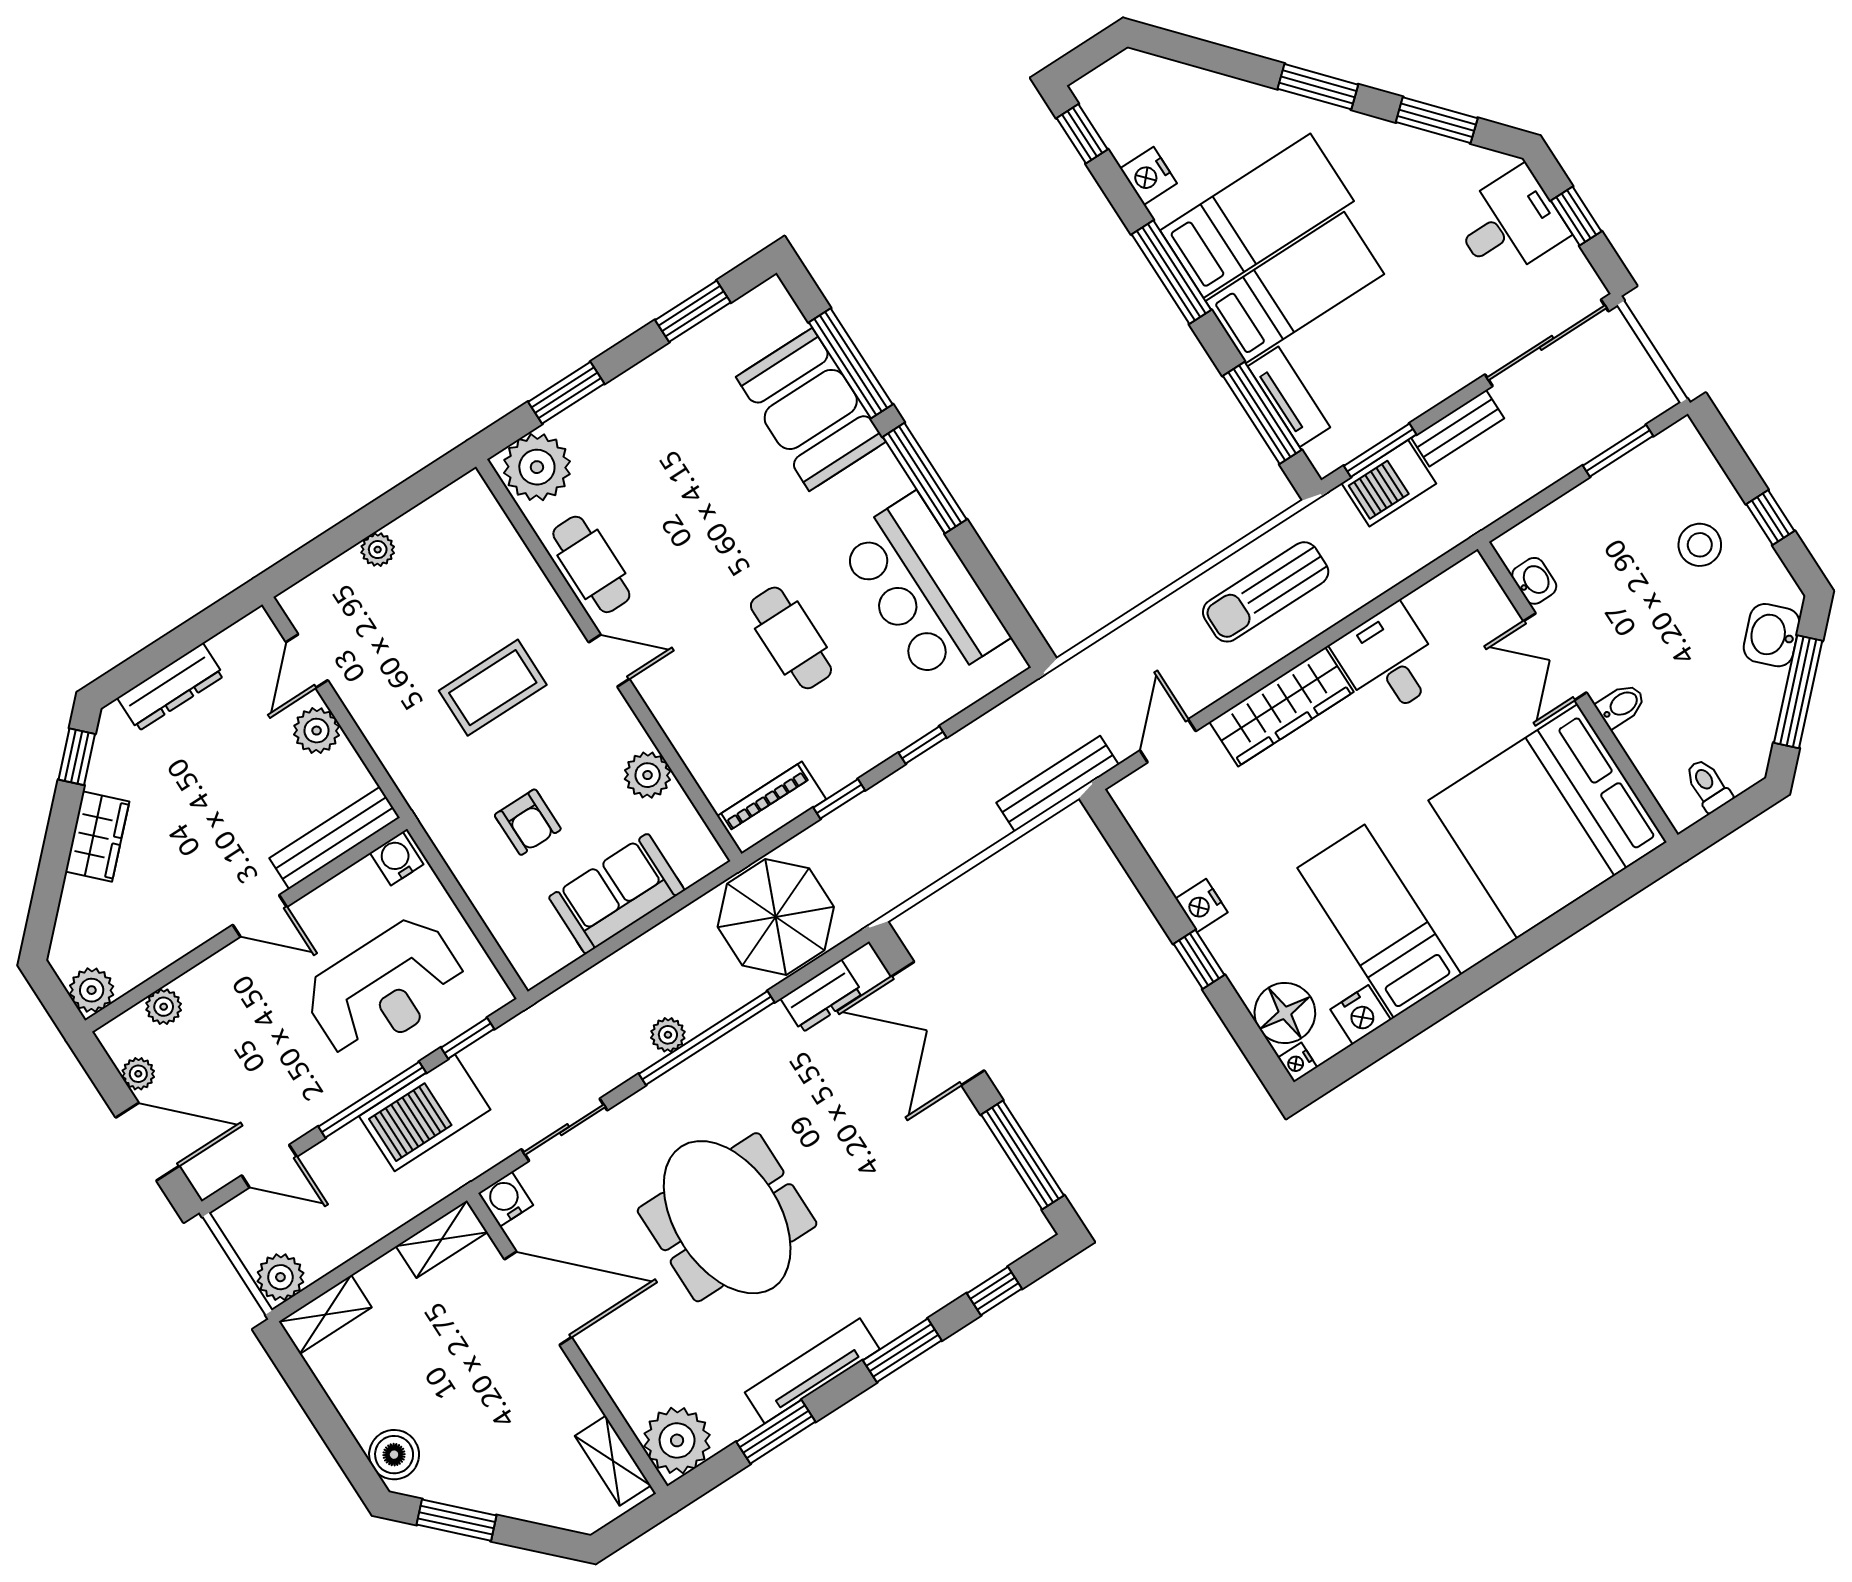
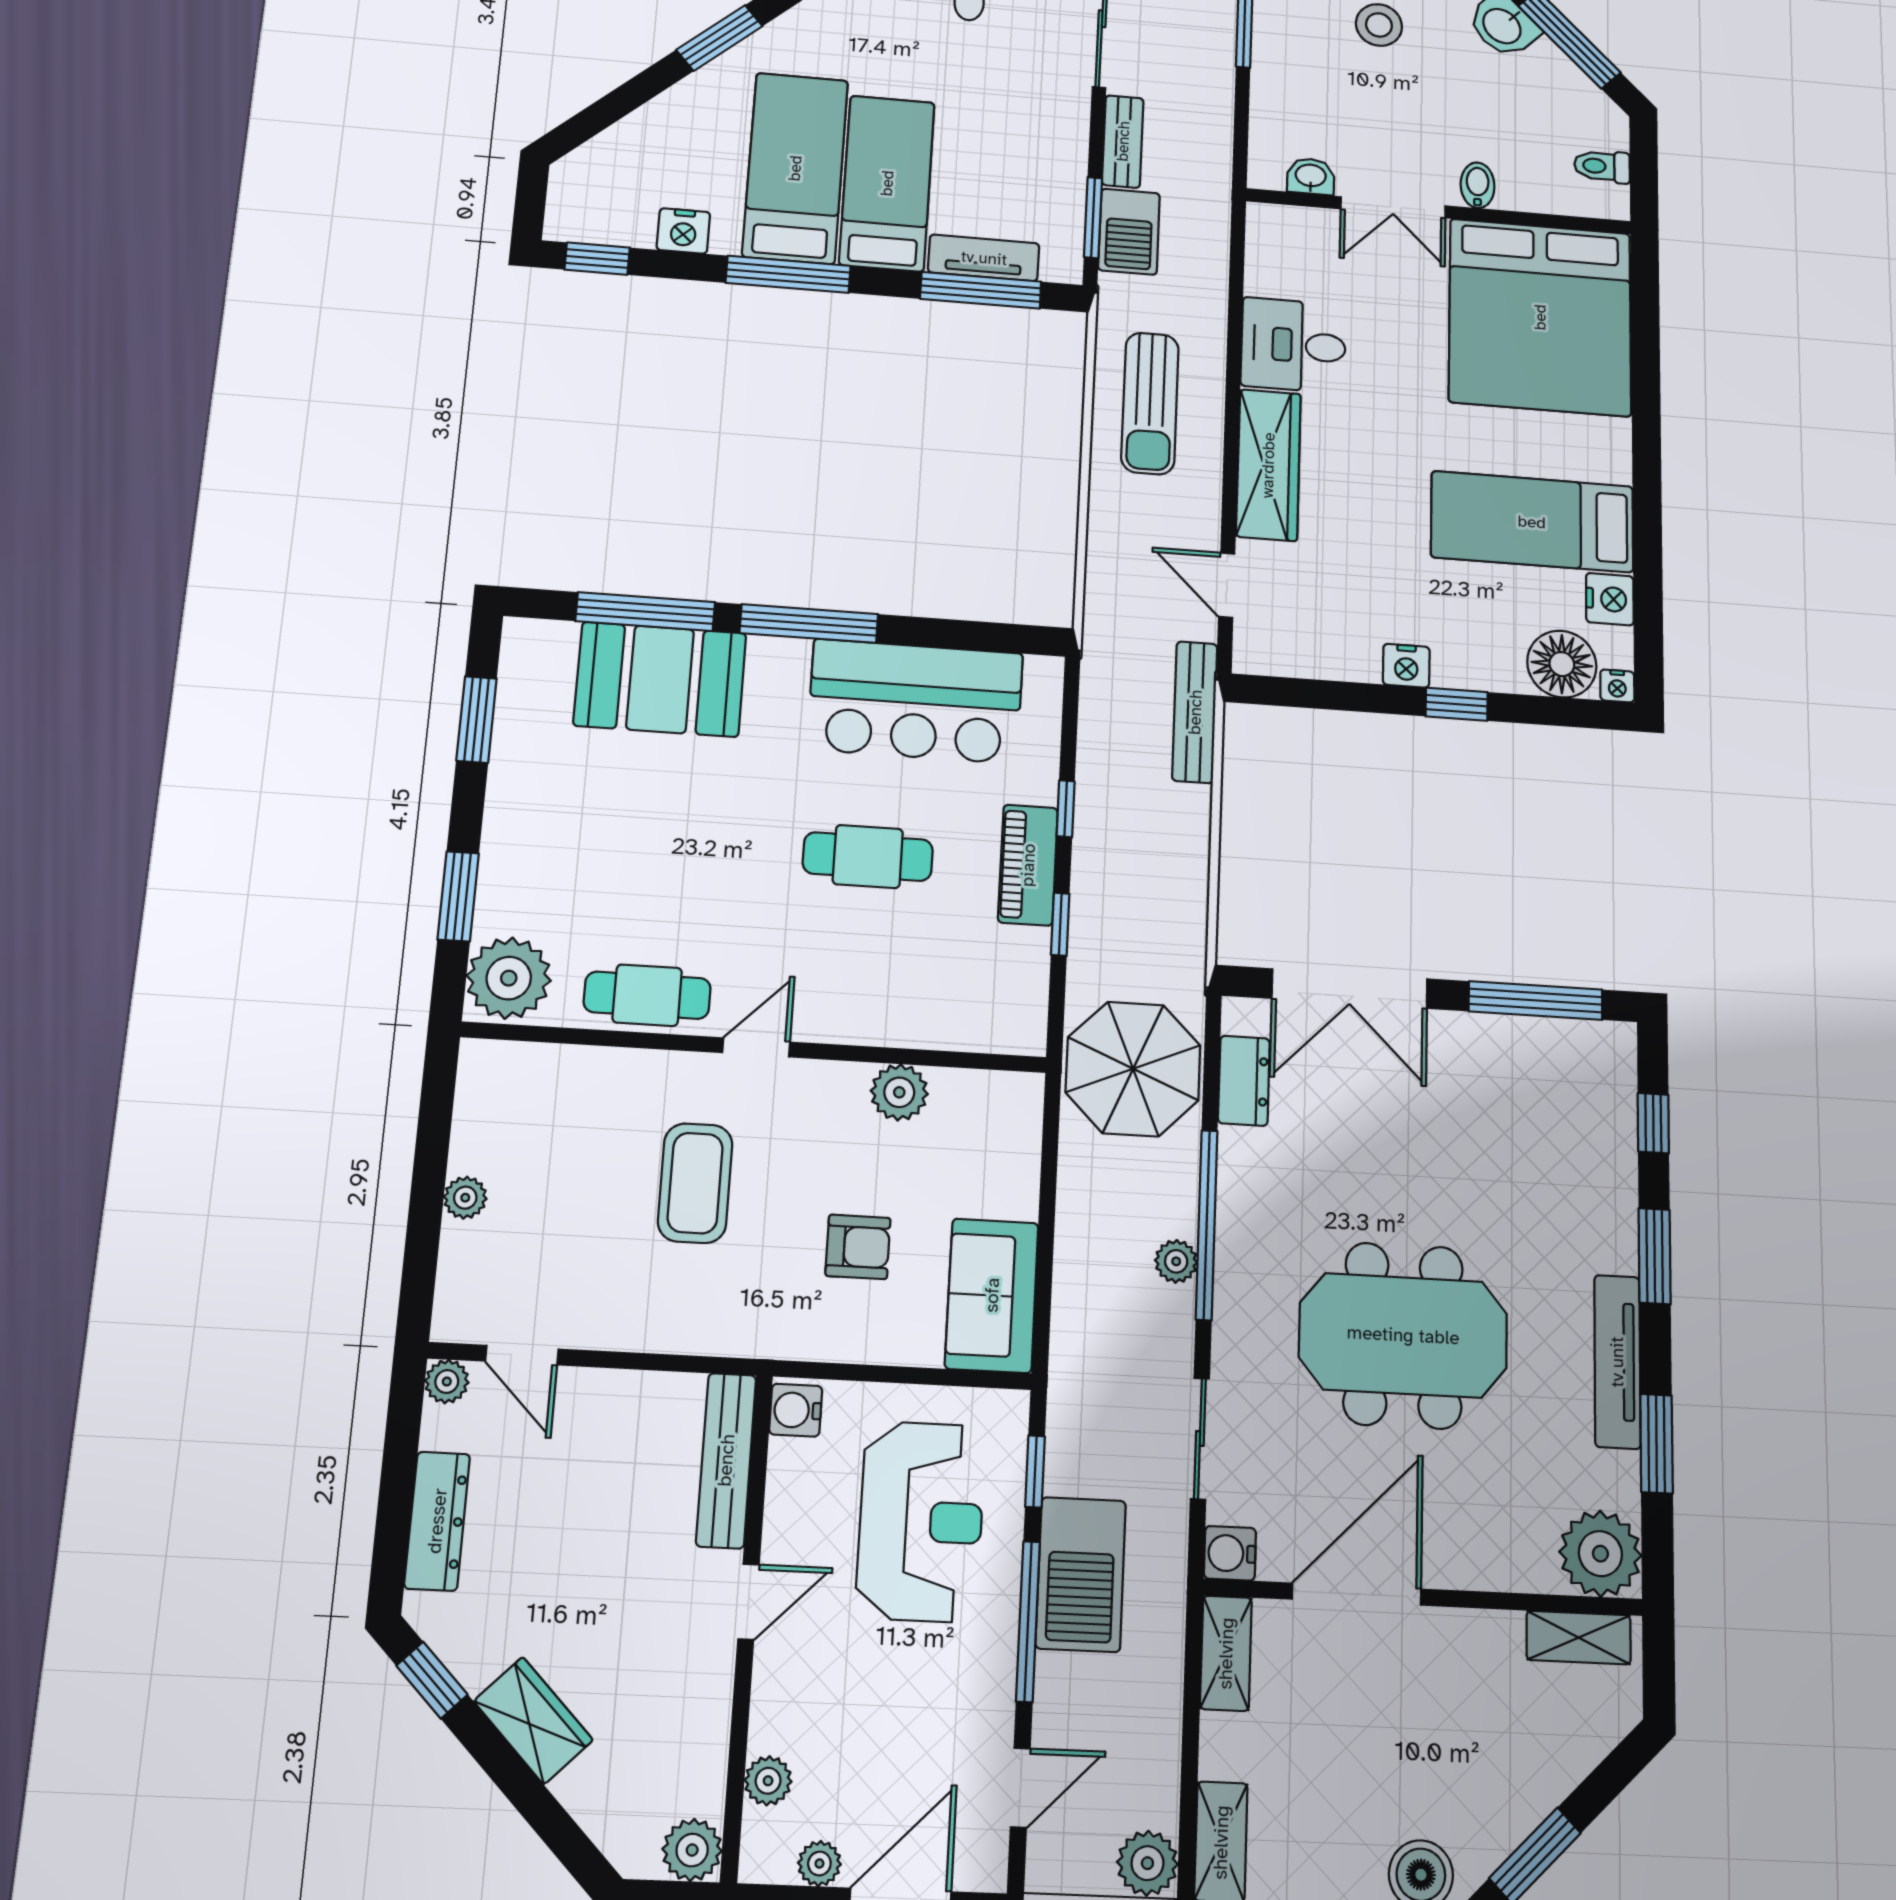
plant: (317, 731) -> (447, 1382), moved, width x0.73, depth x0.73
piano: (772, 808) -> (1028, 865), moved
sofa: (617, 894) -> (992, 1295), moved

